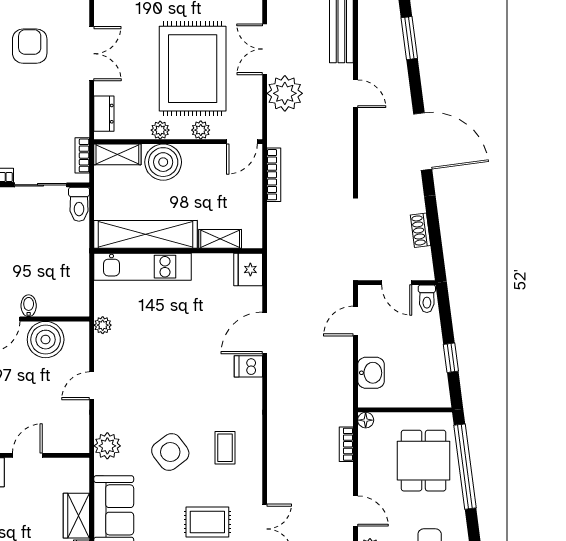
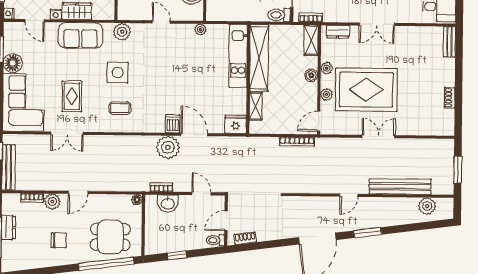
window: (409, 38) -> (368, 233), moved
plant: (285, 93) -> (168, 147), moved
door: (242, 142) -> (319, 121), hinge flipped
boiler: (163, 162) -> (311, 75), width x0.54, depth x0.54
shoe rack: (420, 230) -> (245, 238), moved
bookcase: (346, 444) -> (161, 187), moved
side table: (170, 452) -> (118, 73), turned 37

